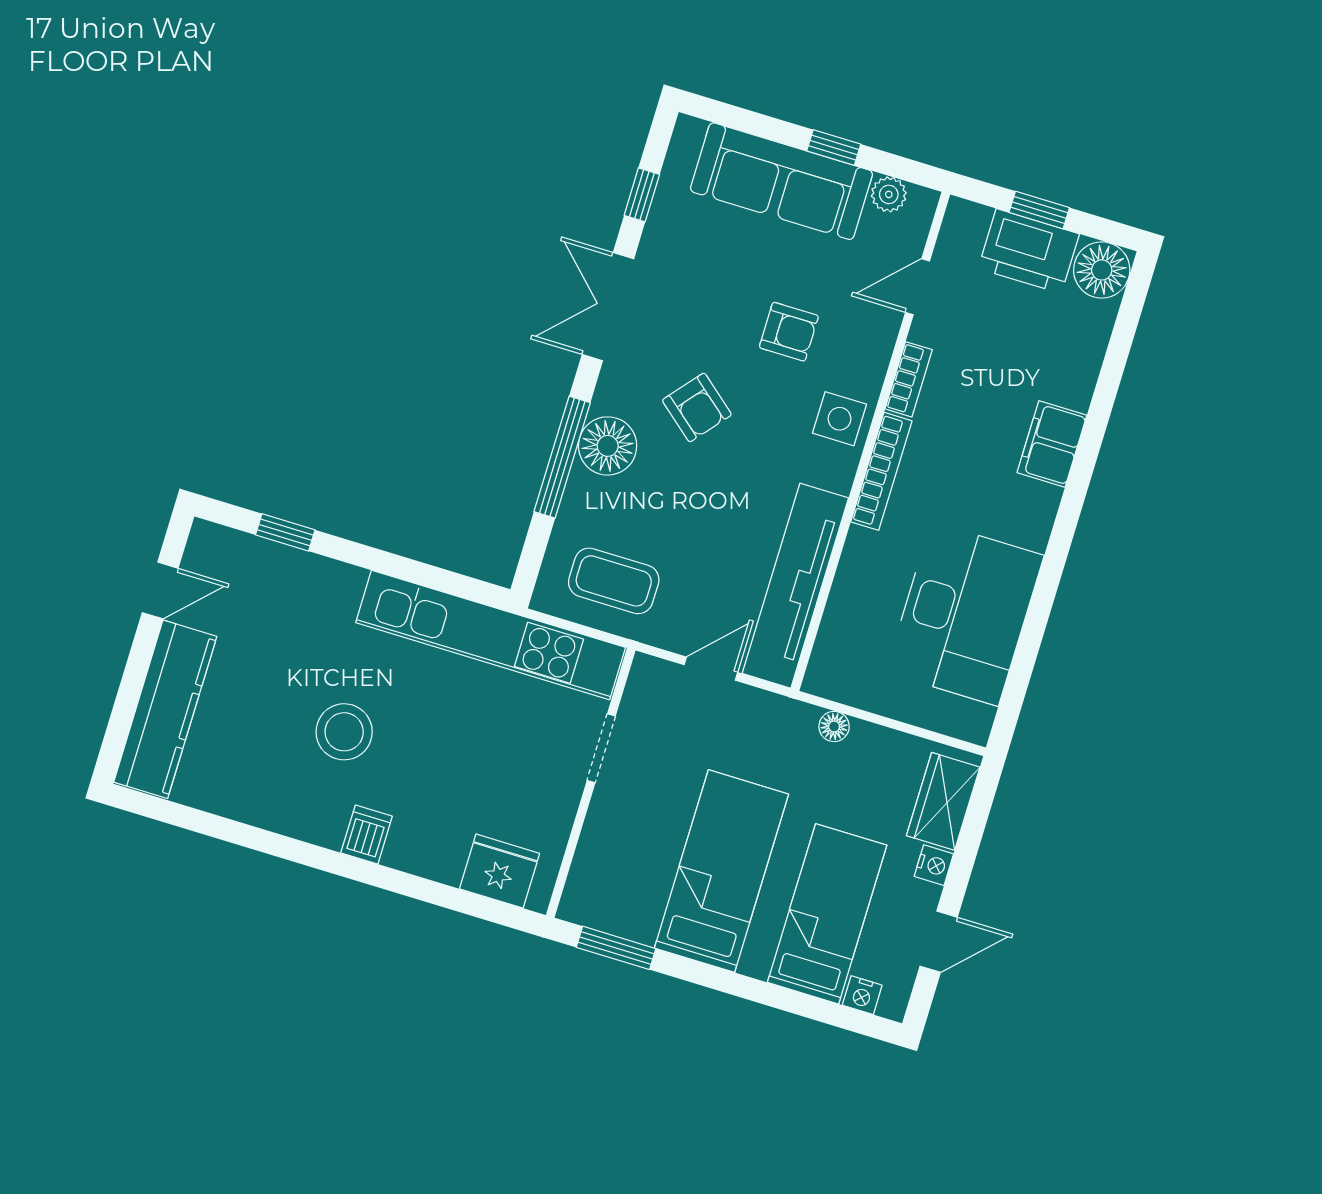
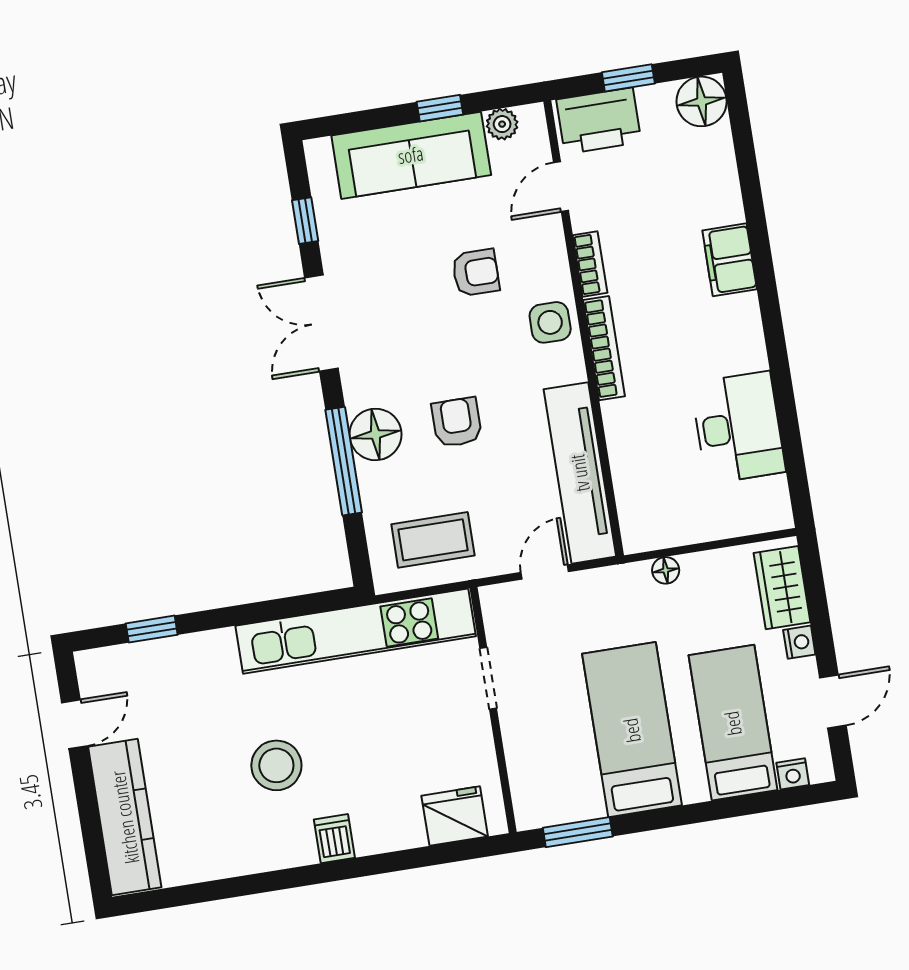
printer: (1029, 251) -> (599, 121), moved
armchair: (697, 407) -> (457, 422), moved, turned -130
desk: (965, 614) -> (738, 427), width x0.73, depth x0.77

